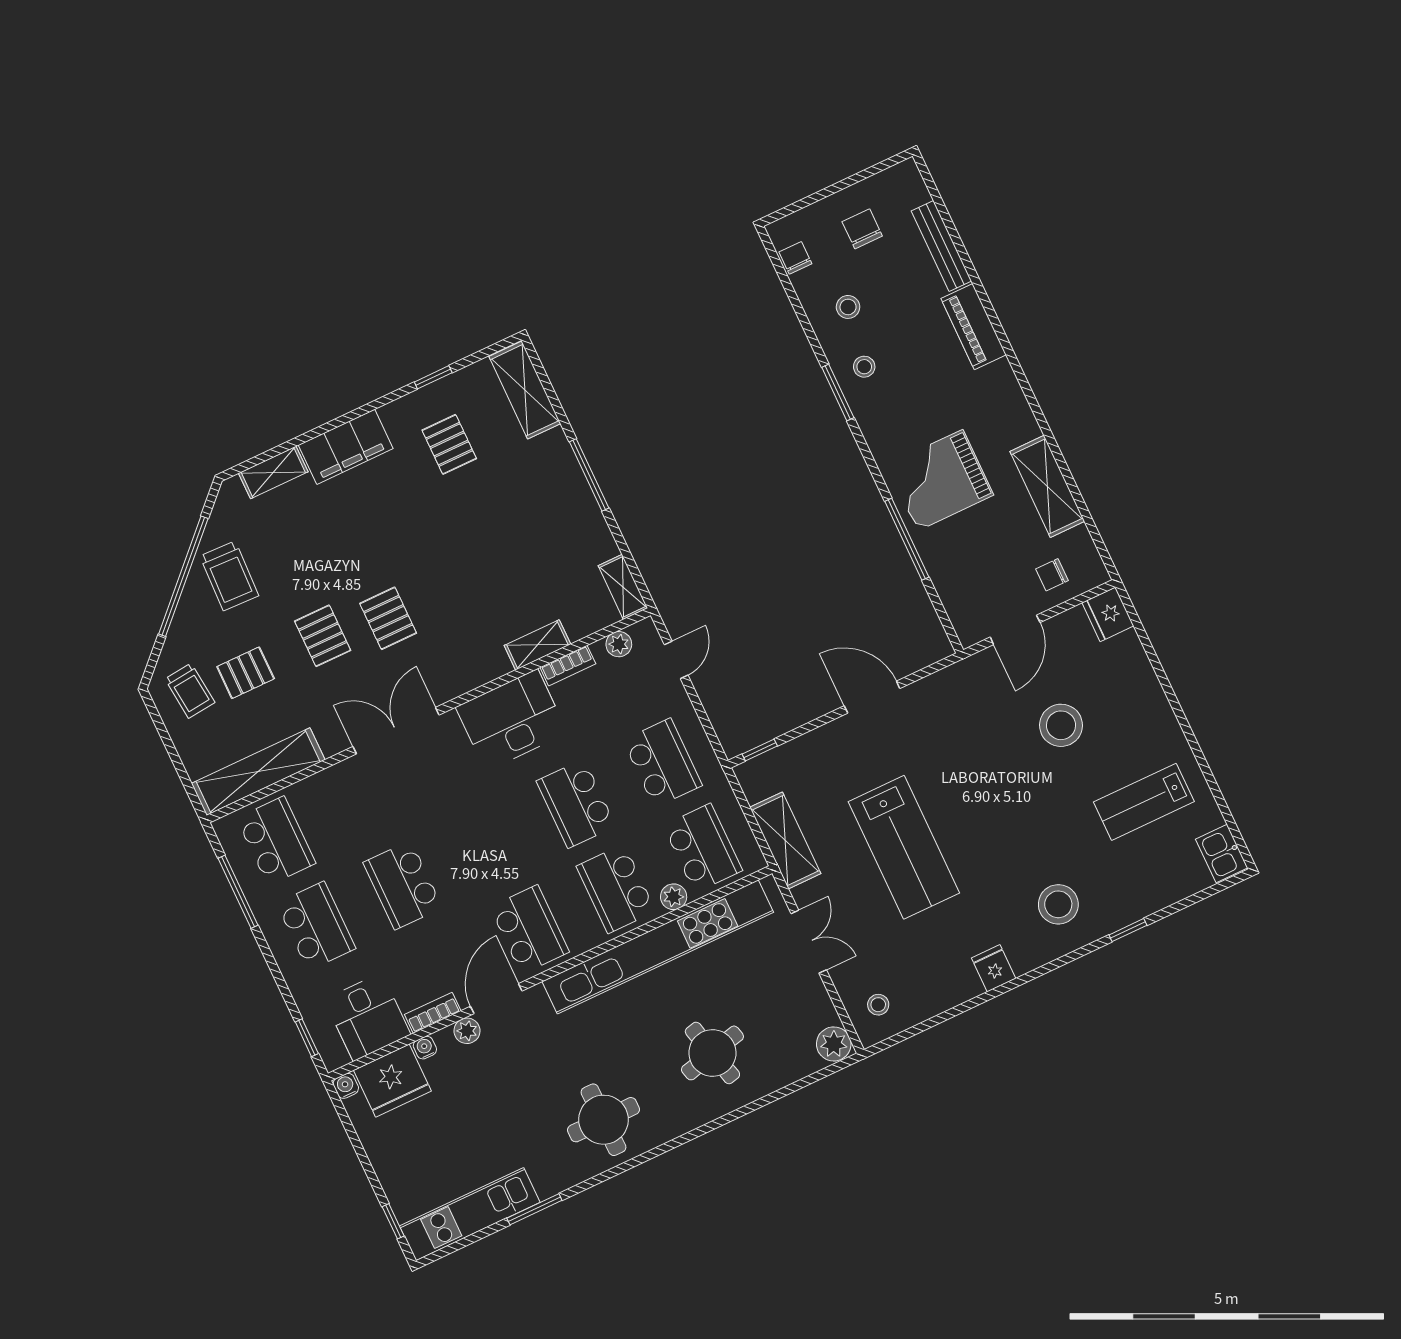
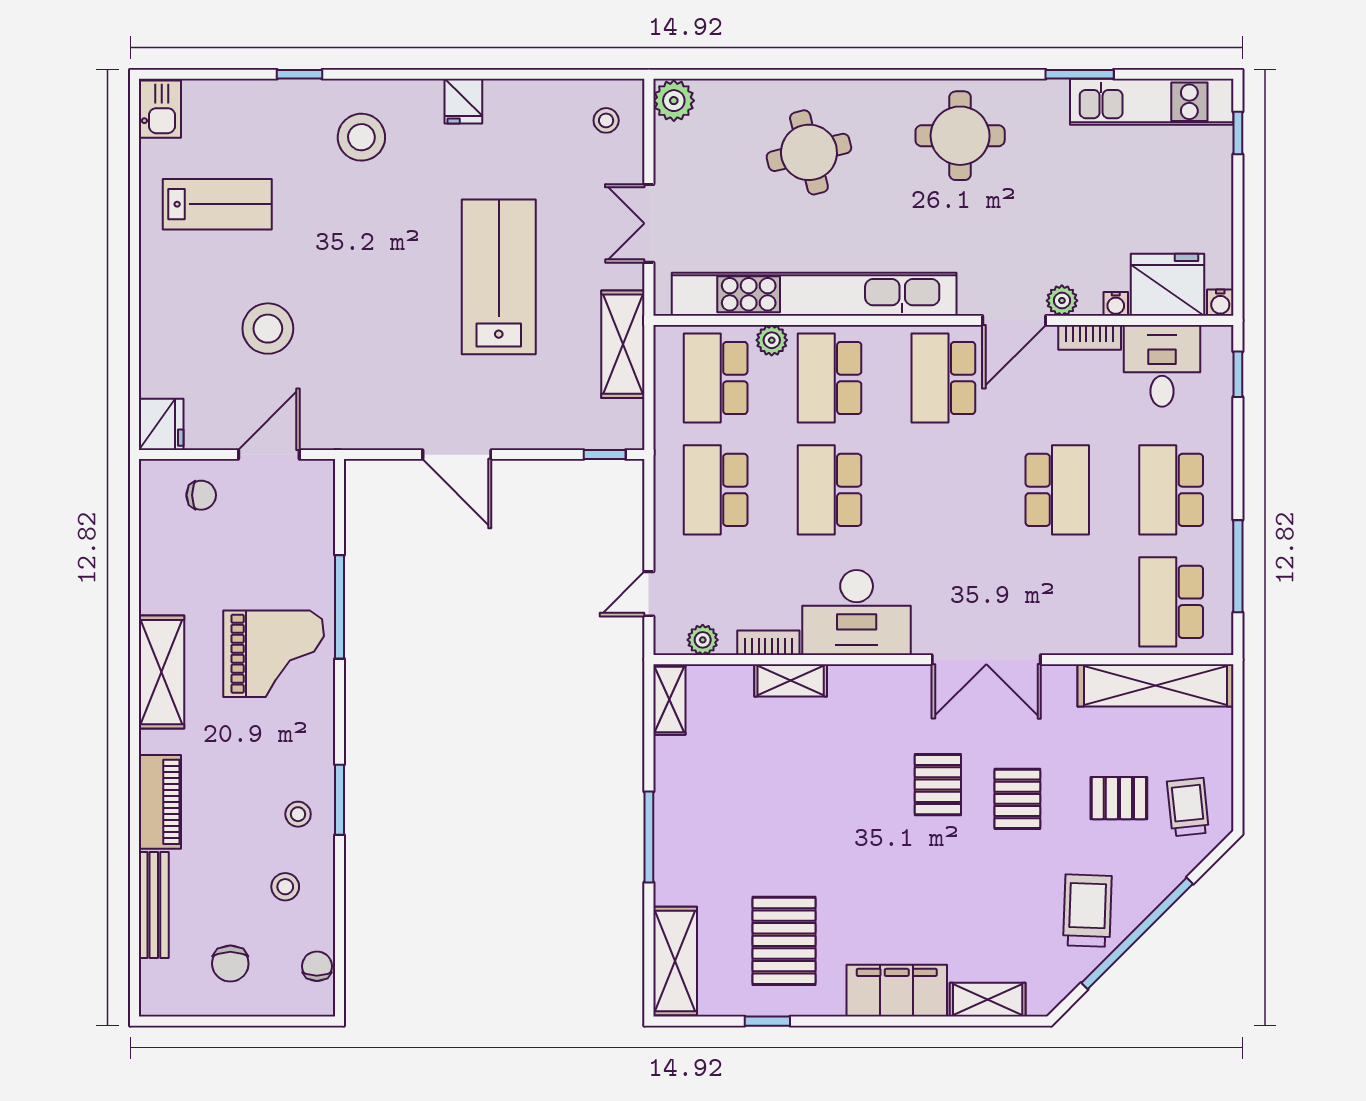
chair: (795, 258) -> (317, 966), turned 180
pallet: (449, 444) -> (784, 941), width x1.50, depth x1.42
shelving: (1047, 486) -> (162, 672), moved
school desk: (576, 804) -> (830, 490), turned 180
school desk: (616, 889) -> (830, 378), turned 180

